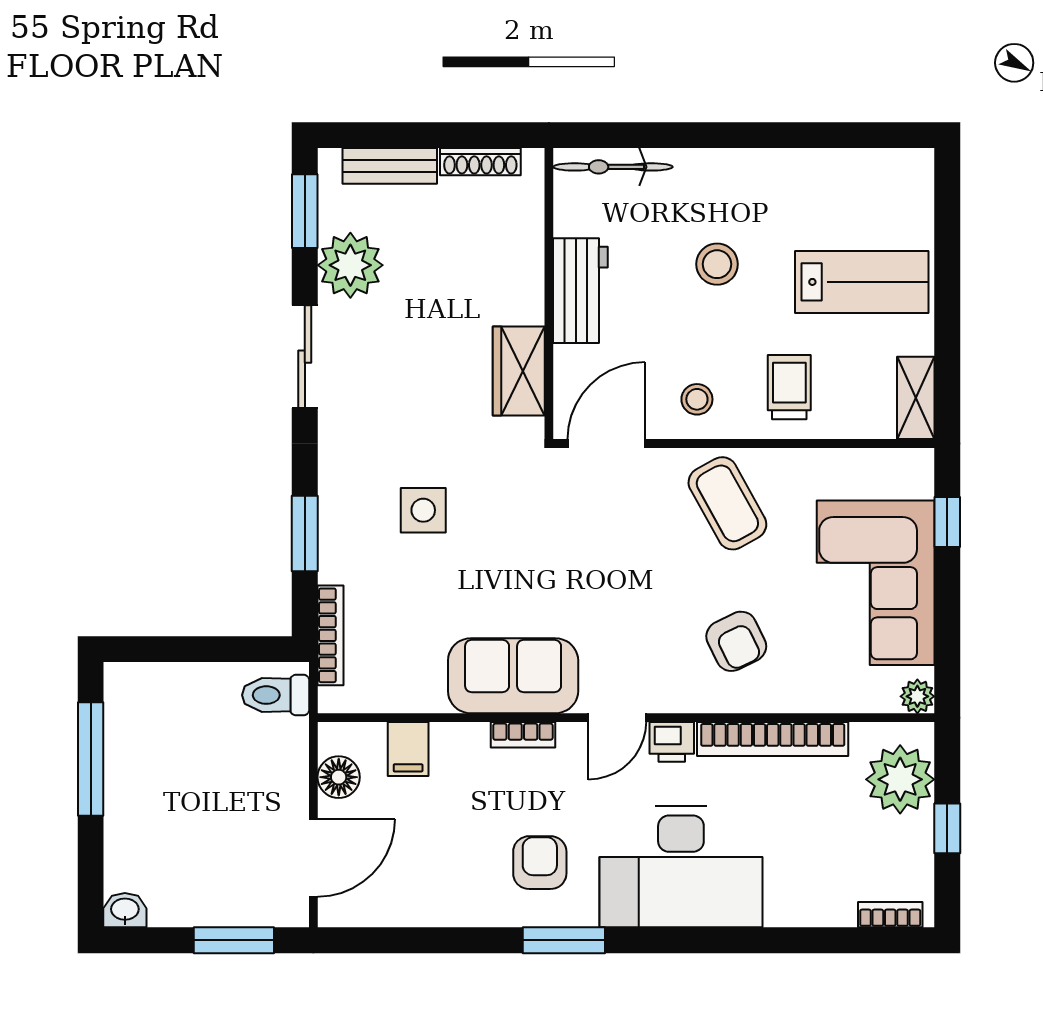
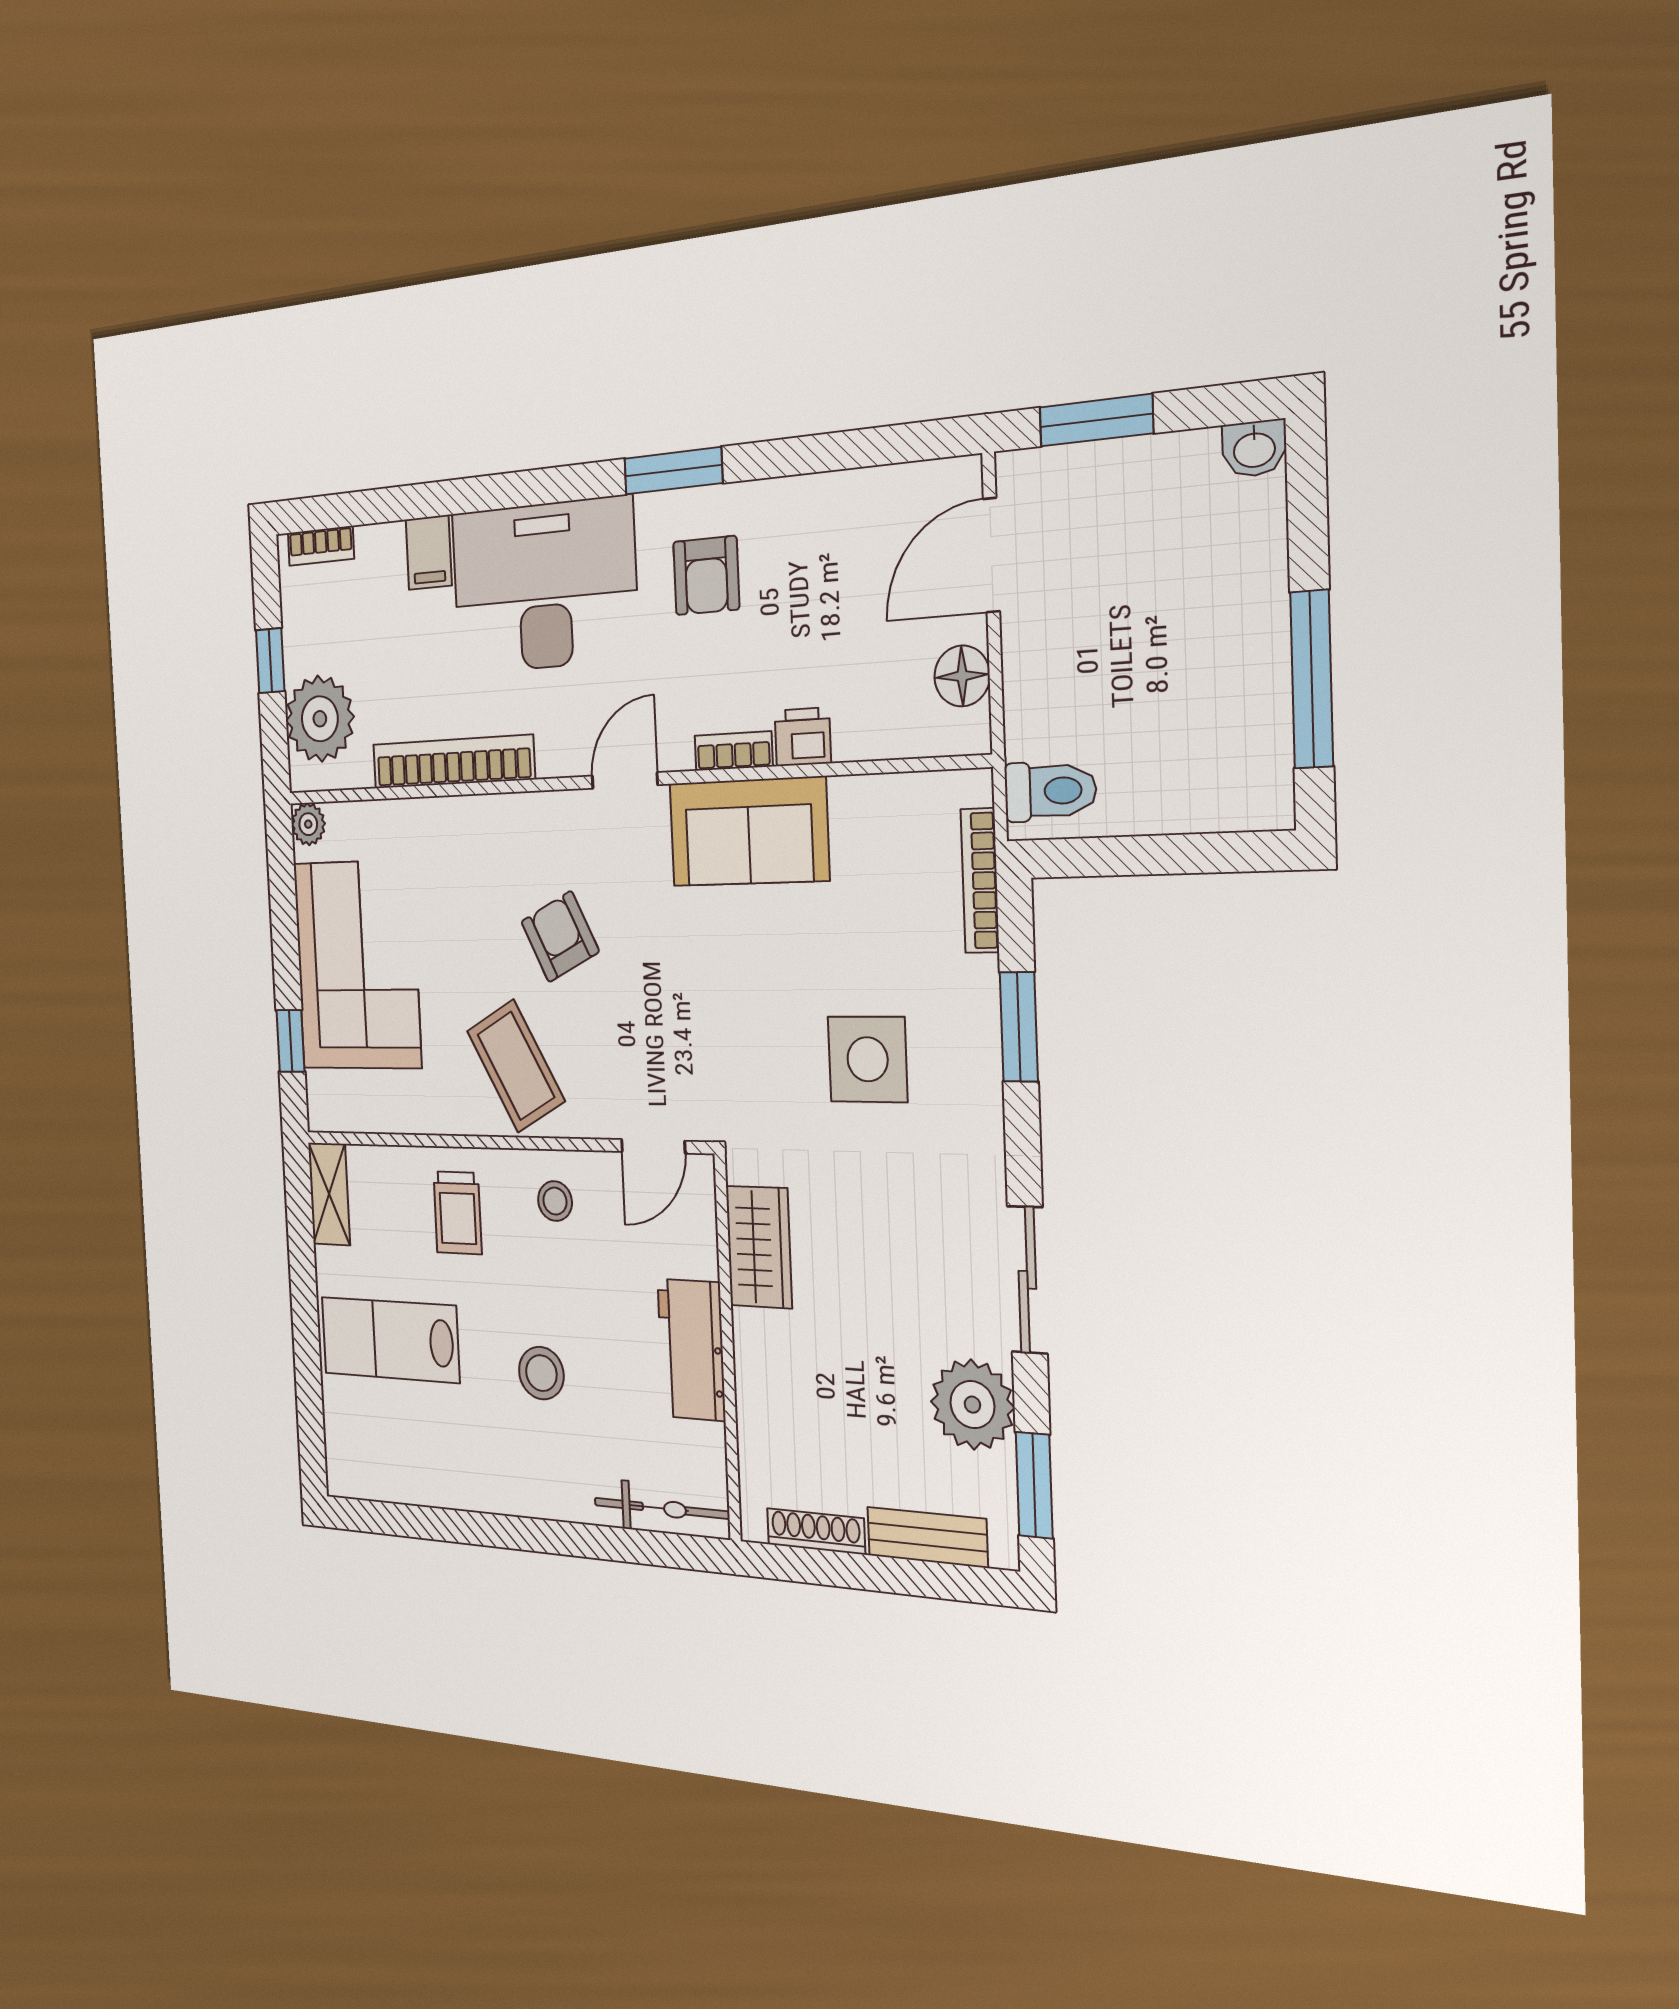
door: (606, 444) -> (653, 1146), width x0.73
side table: (423, 510) -> (868, 1059), width x1.37, depth x1.37
armchair: (736, 641) -> (560, 937), moved
printer: (672, 742) -> (803, 737), moved
filing cabinet: (408, 749) -> (429, 552), moved, turned 180

